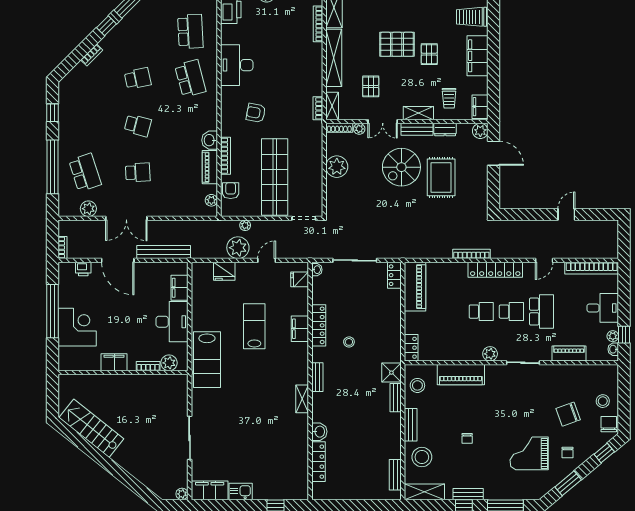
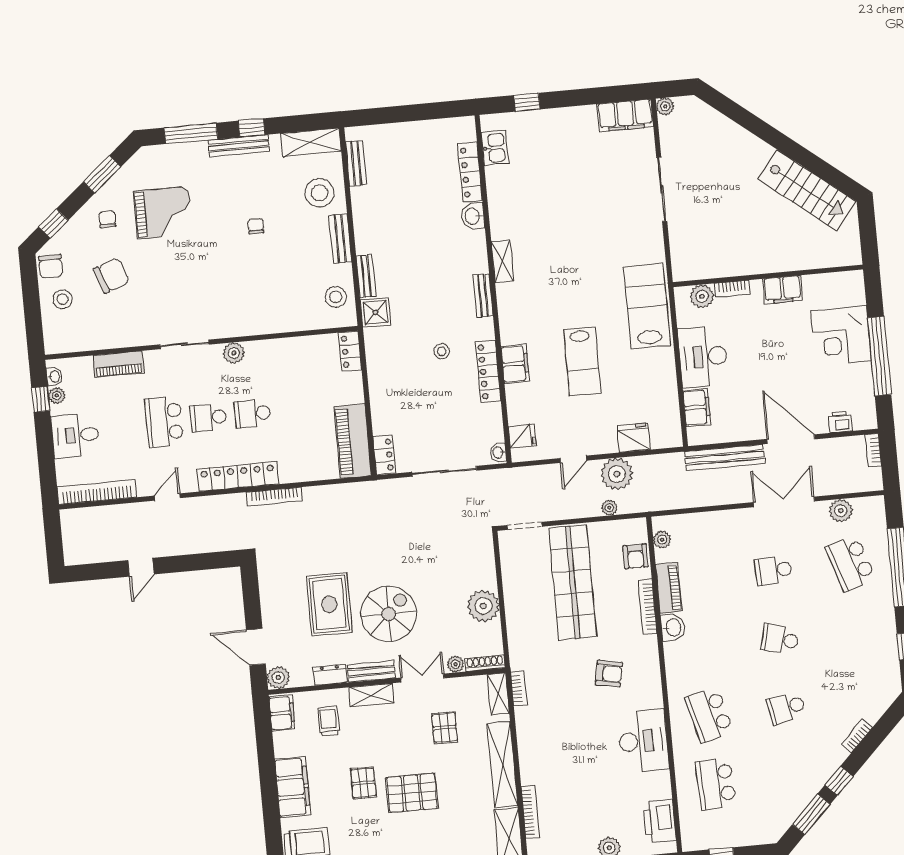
piano: (461, 375) -> (274, 319), removed
kitchen sink: (241, 492) -> (495, 148), moved, turned -90
bench: (468, 494) -> (239, 146), width x1.36

